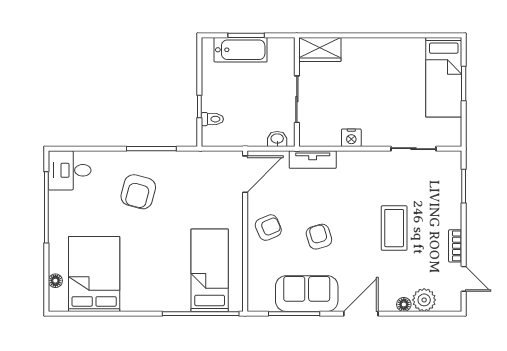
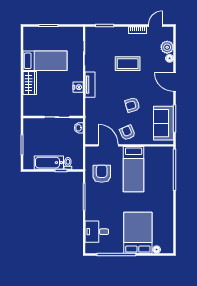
bathtub: (241, 50) -> (49, 163), moved, turned -90
wardrobe: (320, 50) -> (30, 83), moved
bed: (444, 77) -> (45, 61), moved
tv unit: (313, 160) -> (90, 85), moved
desk: (70, 170) -> (97, 232), moved, turned 90
door: (245, 174) -> (108, 145), moved
armchair: (138, 192) -> (102, 174), moved, turned -105
bed: (210, 270) -> (134, 169), moved, turned -90
bed: (94, 274) -> (138, 233), moved, turned 90
sofa: (307, 294) -> (164, 123), moved

